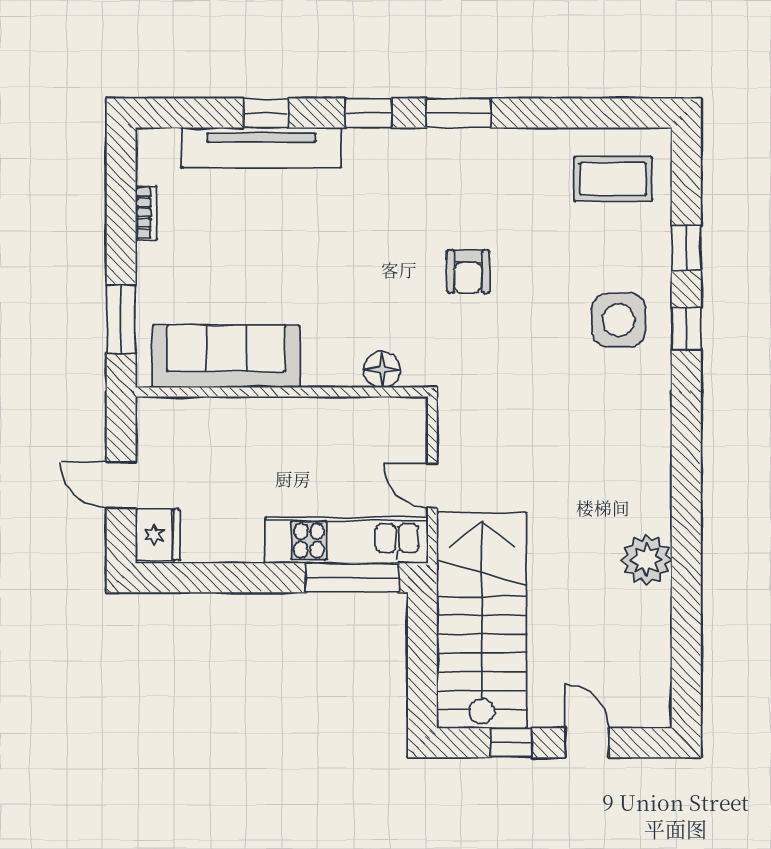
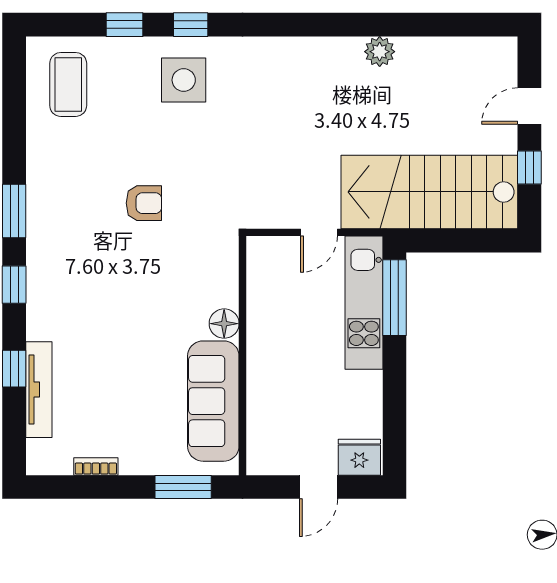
tv unit: (261, 148) -> (39, 390), width x0.73, depth x0.78
floor lamp: (382, 370) -> (224, 324), moved
plant: (647, 560) -> (380, 52), width x0.73, depth x0.73

